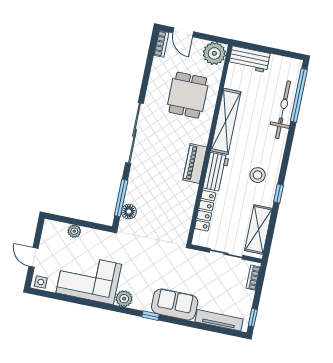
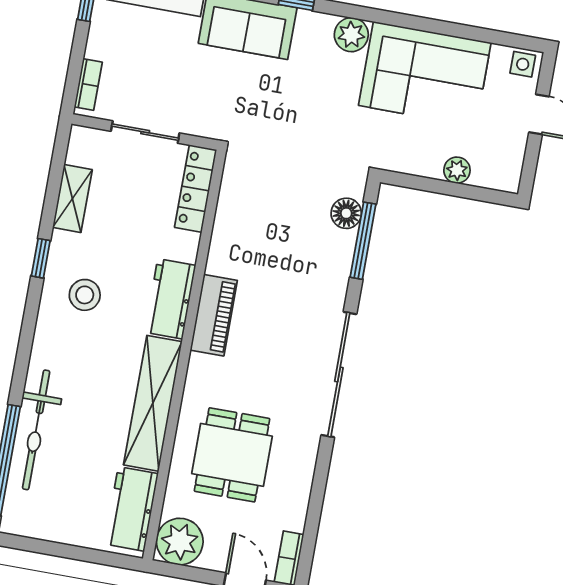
workbench: (249, 59) -> (131, 509), moved, turned -90
locker: (205, 211) -> (196, 189), moved
shelving: (258, 229) -> (72, 198), width x0.67, depth x0.75

